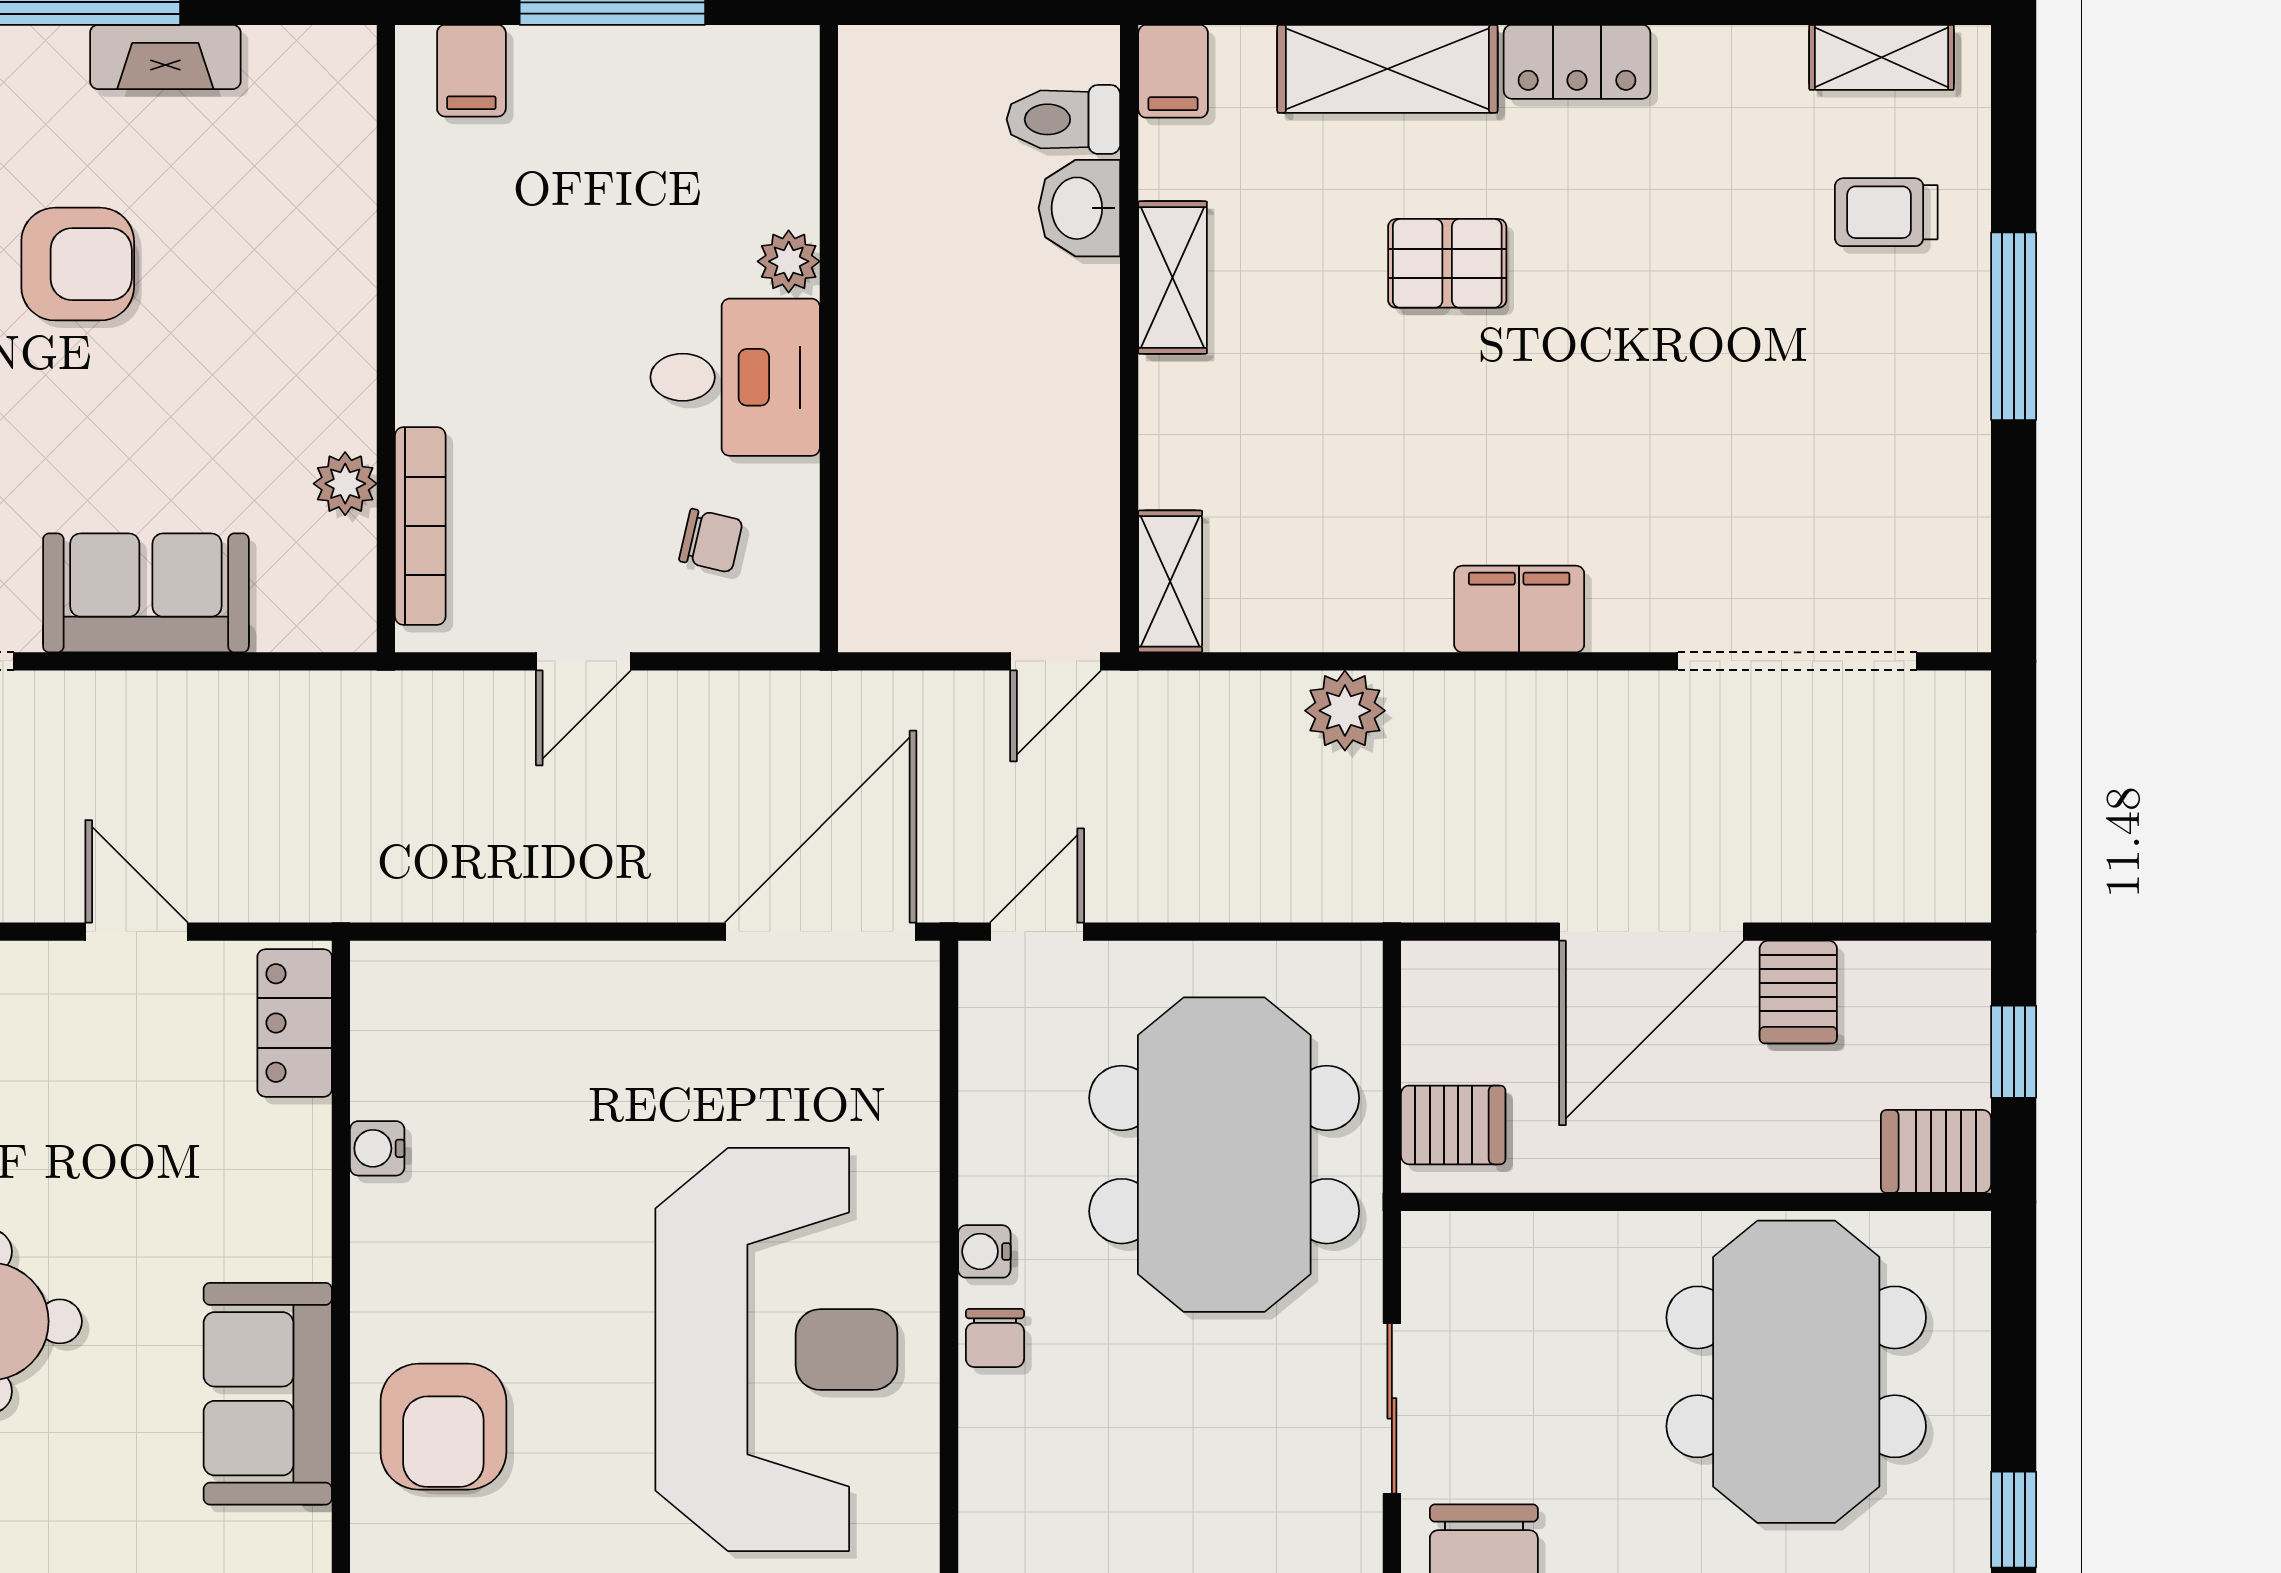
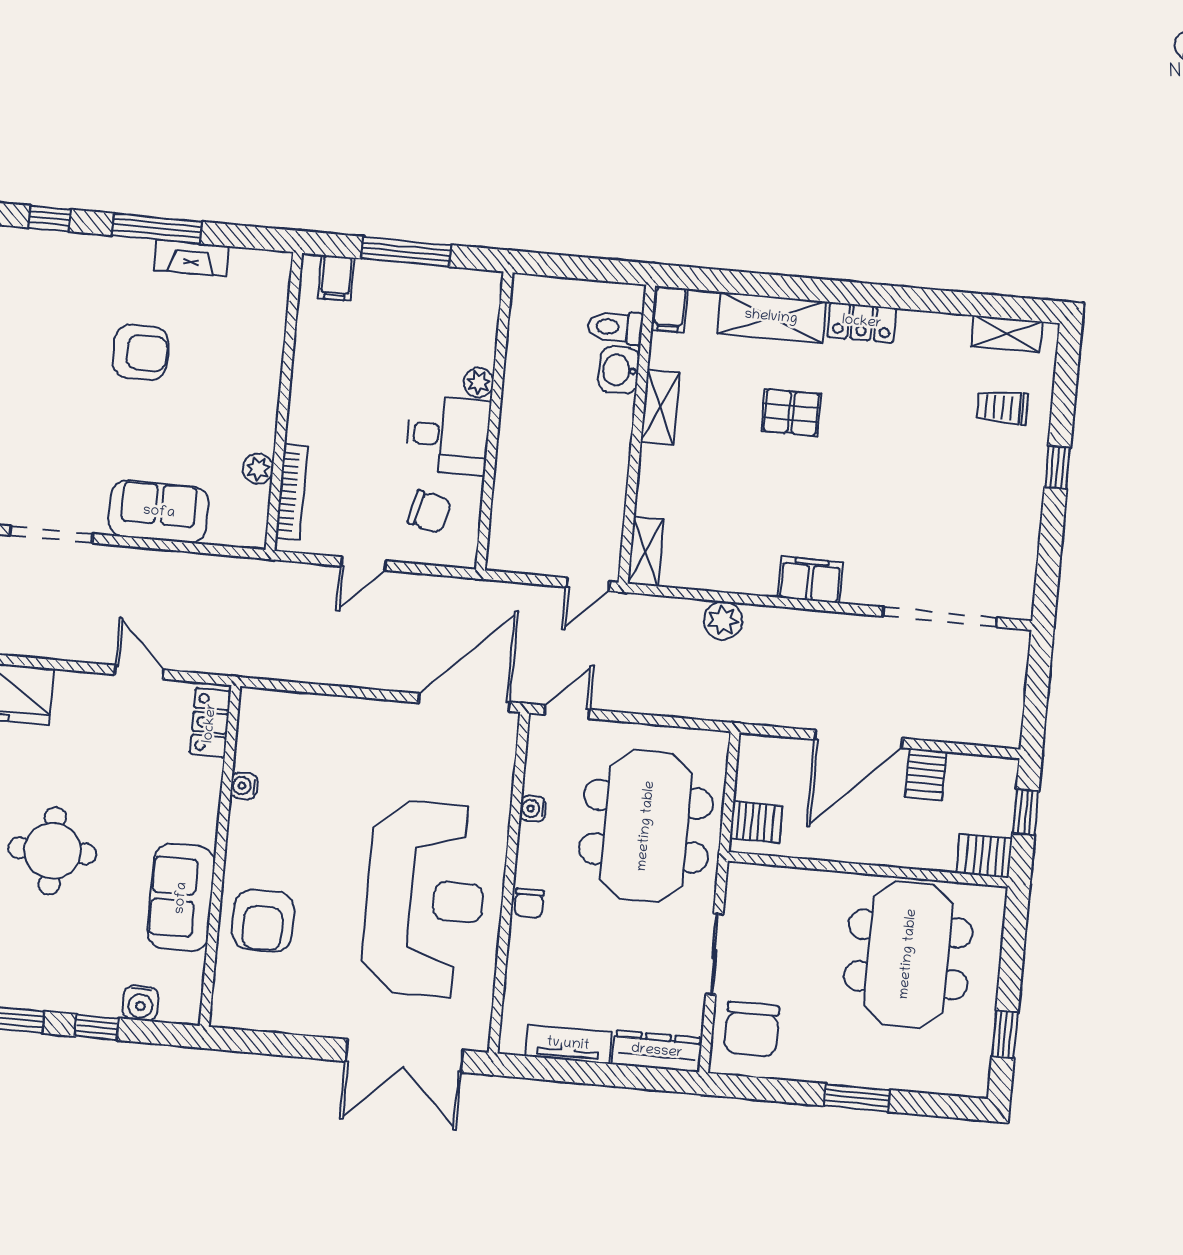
window: (2014, 326) -> (1058, 467), width x0.46
chair: (711, 541) -> (429, 512), width x1.37, depth x1.37
water cooler: (984, 1251) -> (533, 809), moved

